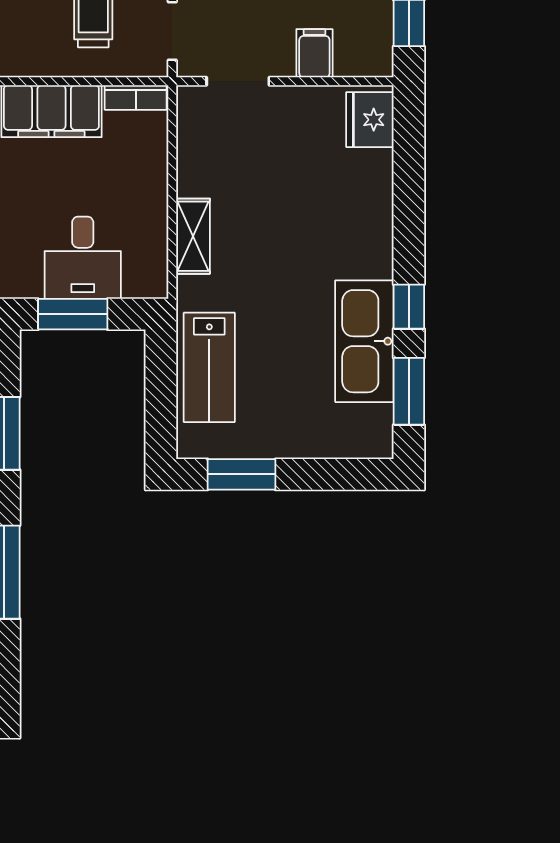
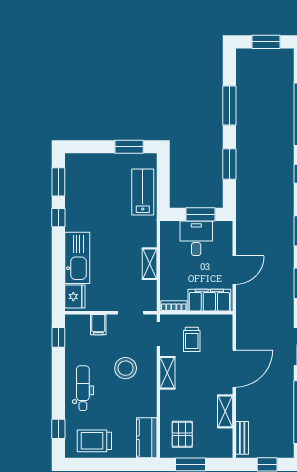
shelving: (193, 236) -> (150, 264), moved
kitchen sink: (364, 341) -> (77, 258), moved

